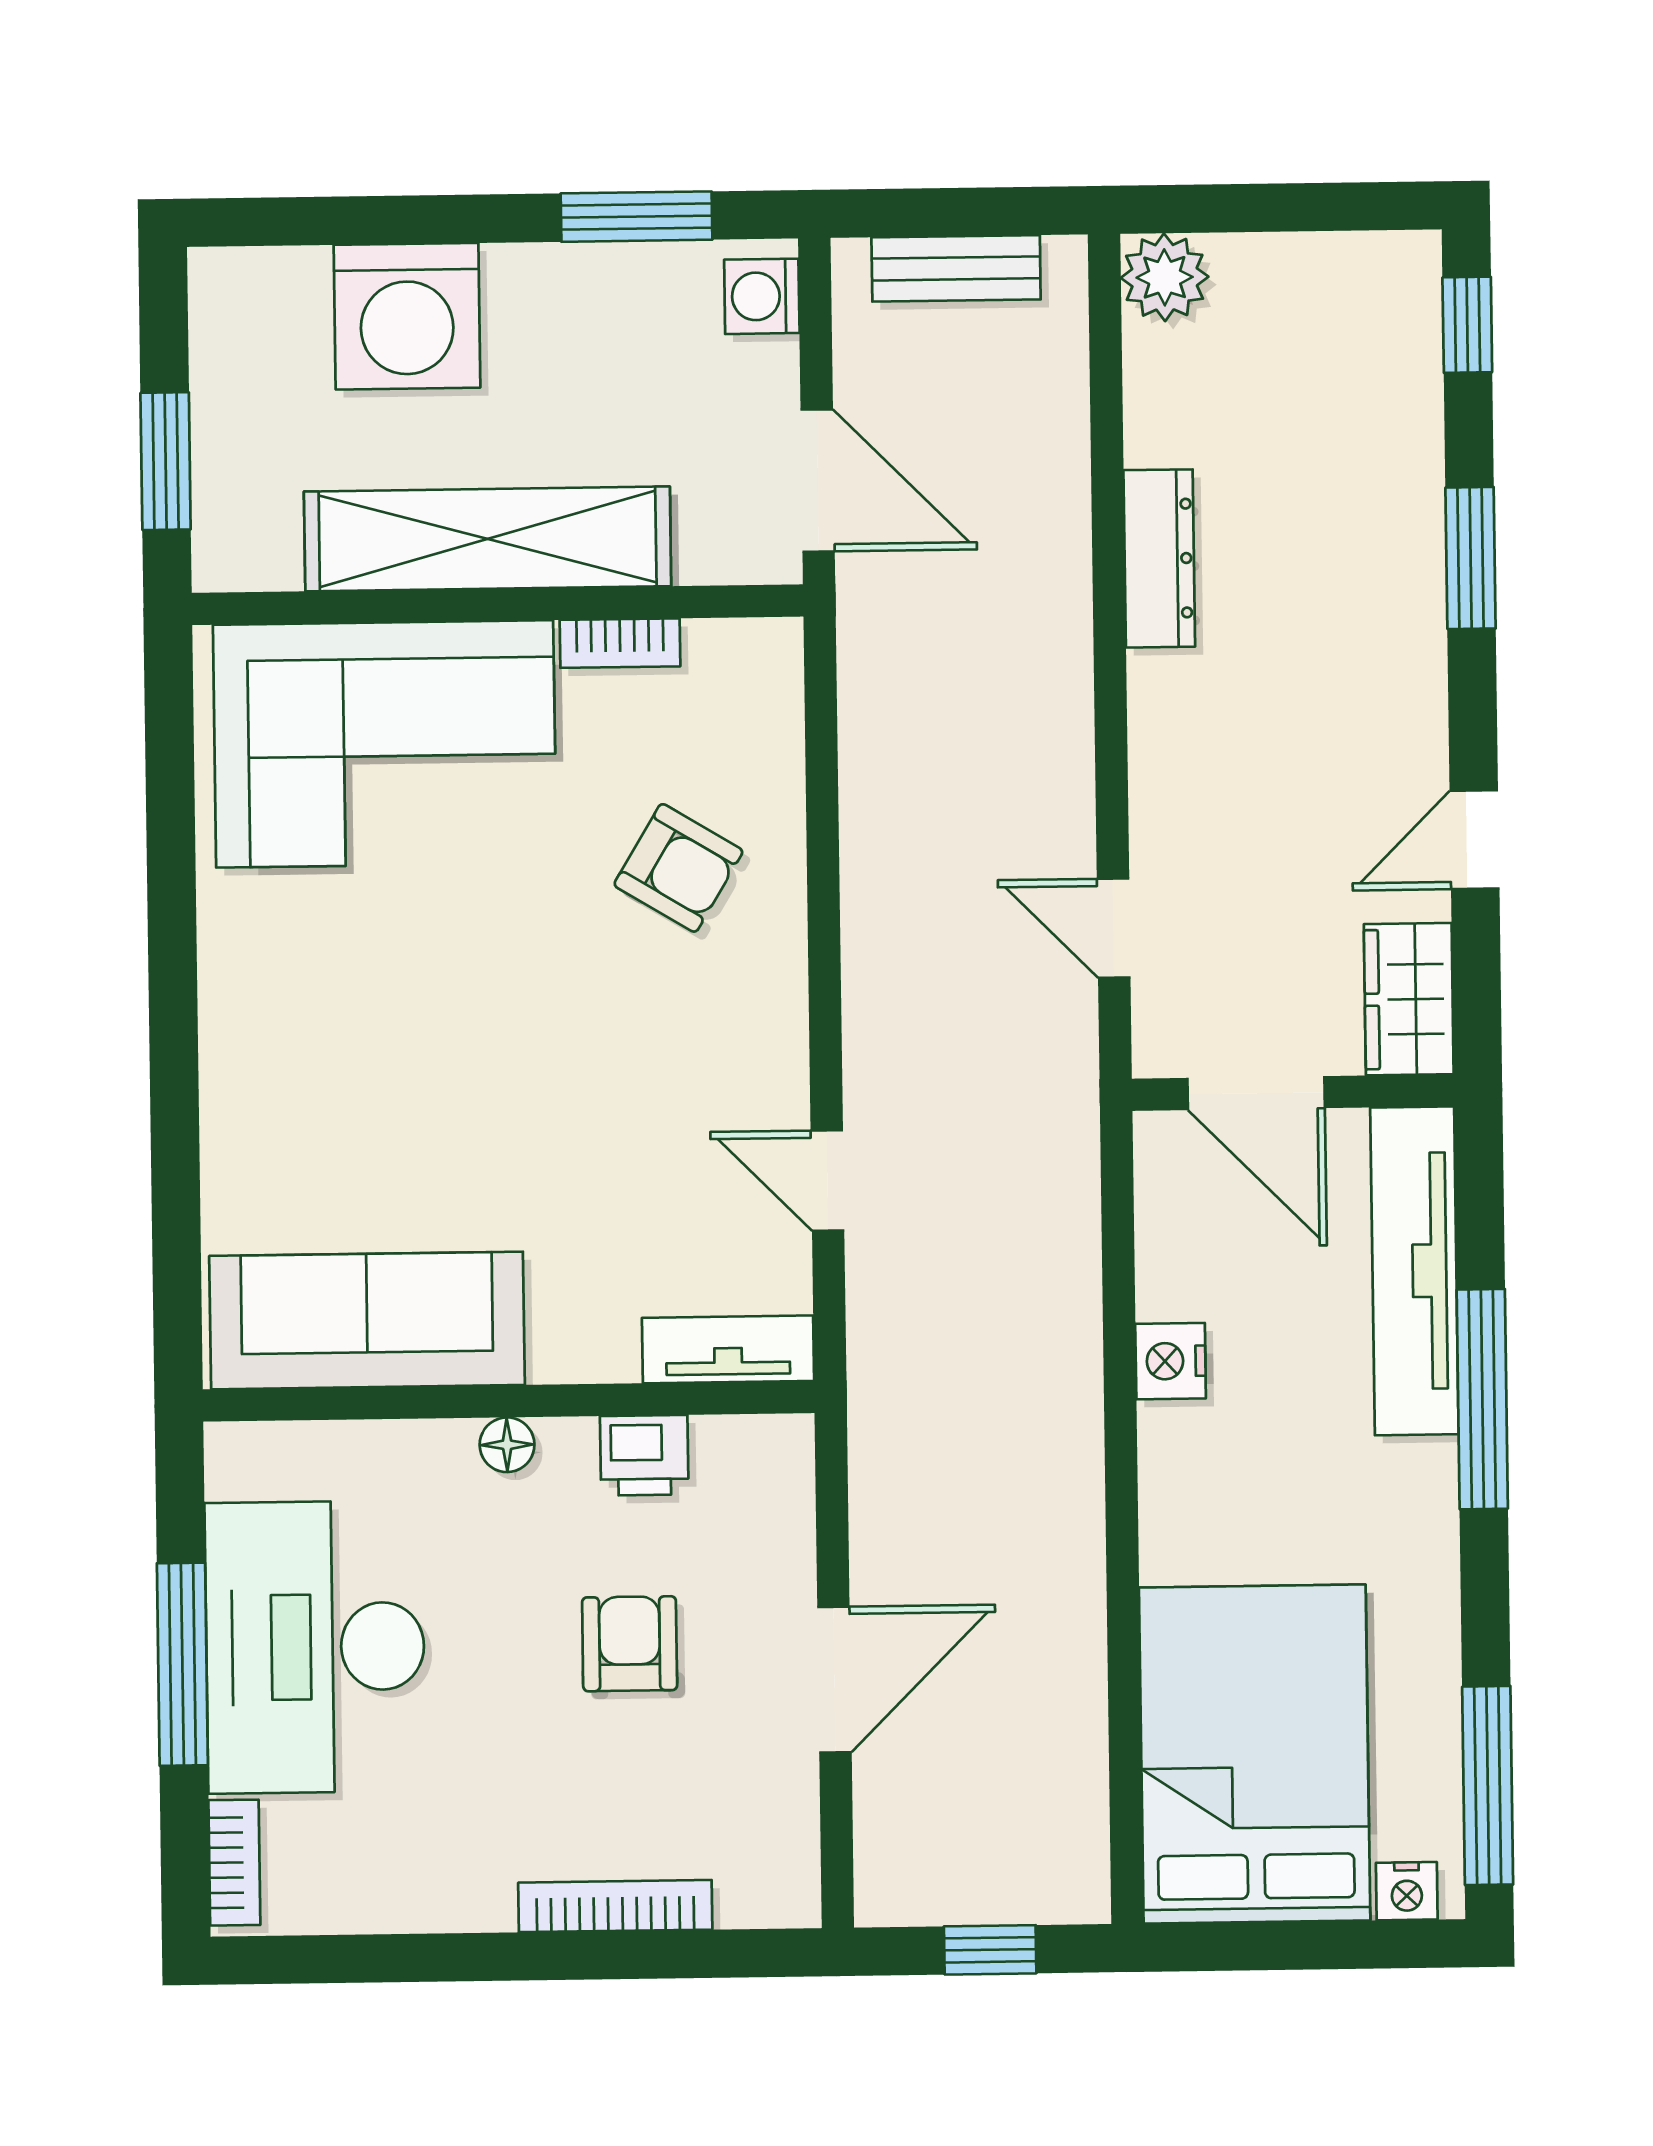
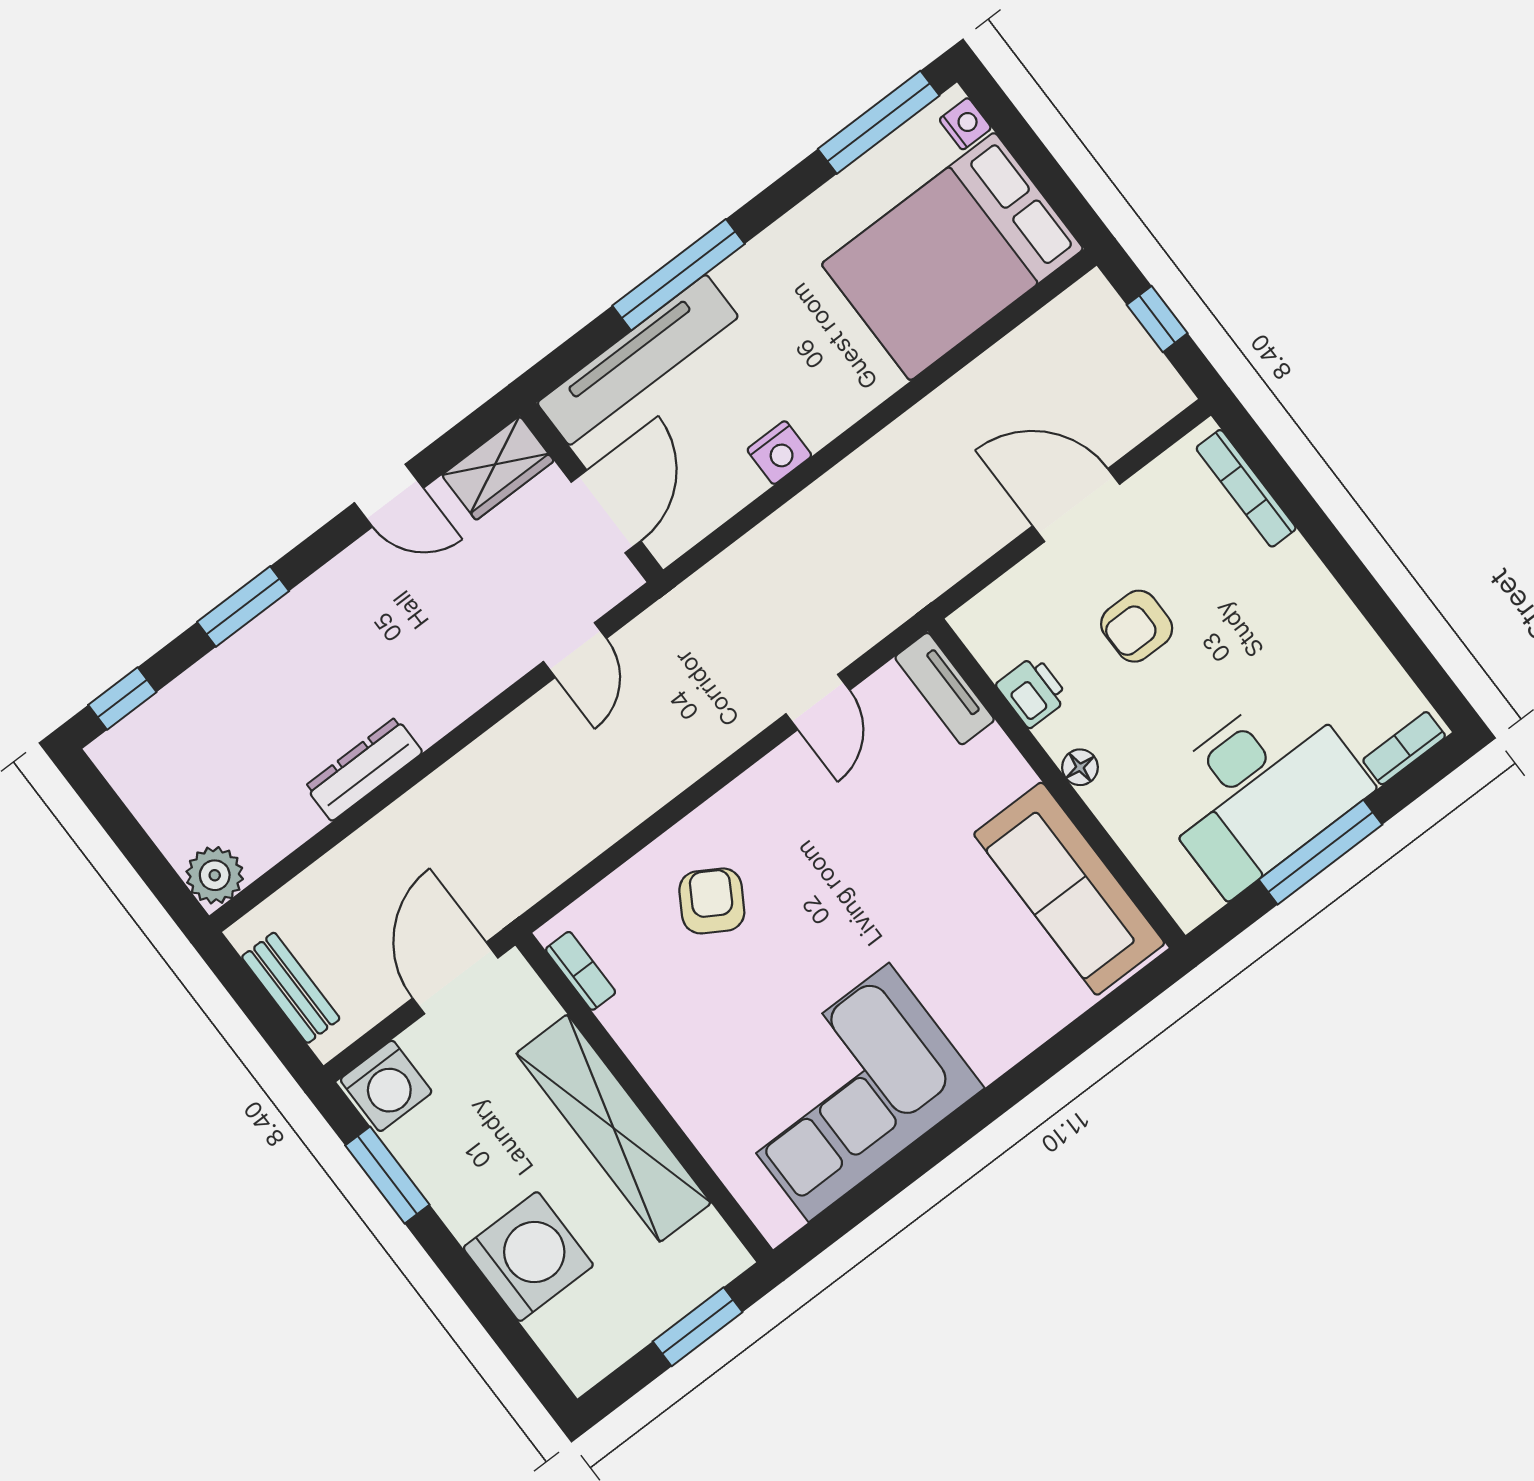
washing machine: (762, 296) -> (386, 1086), width x1.38, depth x1.38
bookcase: (620, 643) -> (581, 971), moved
corner sofa: (385, 744) -> (849, 1092), moved, turned -90
bookcase: (615, 1906) -> (1246, 488), moved

